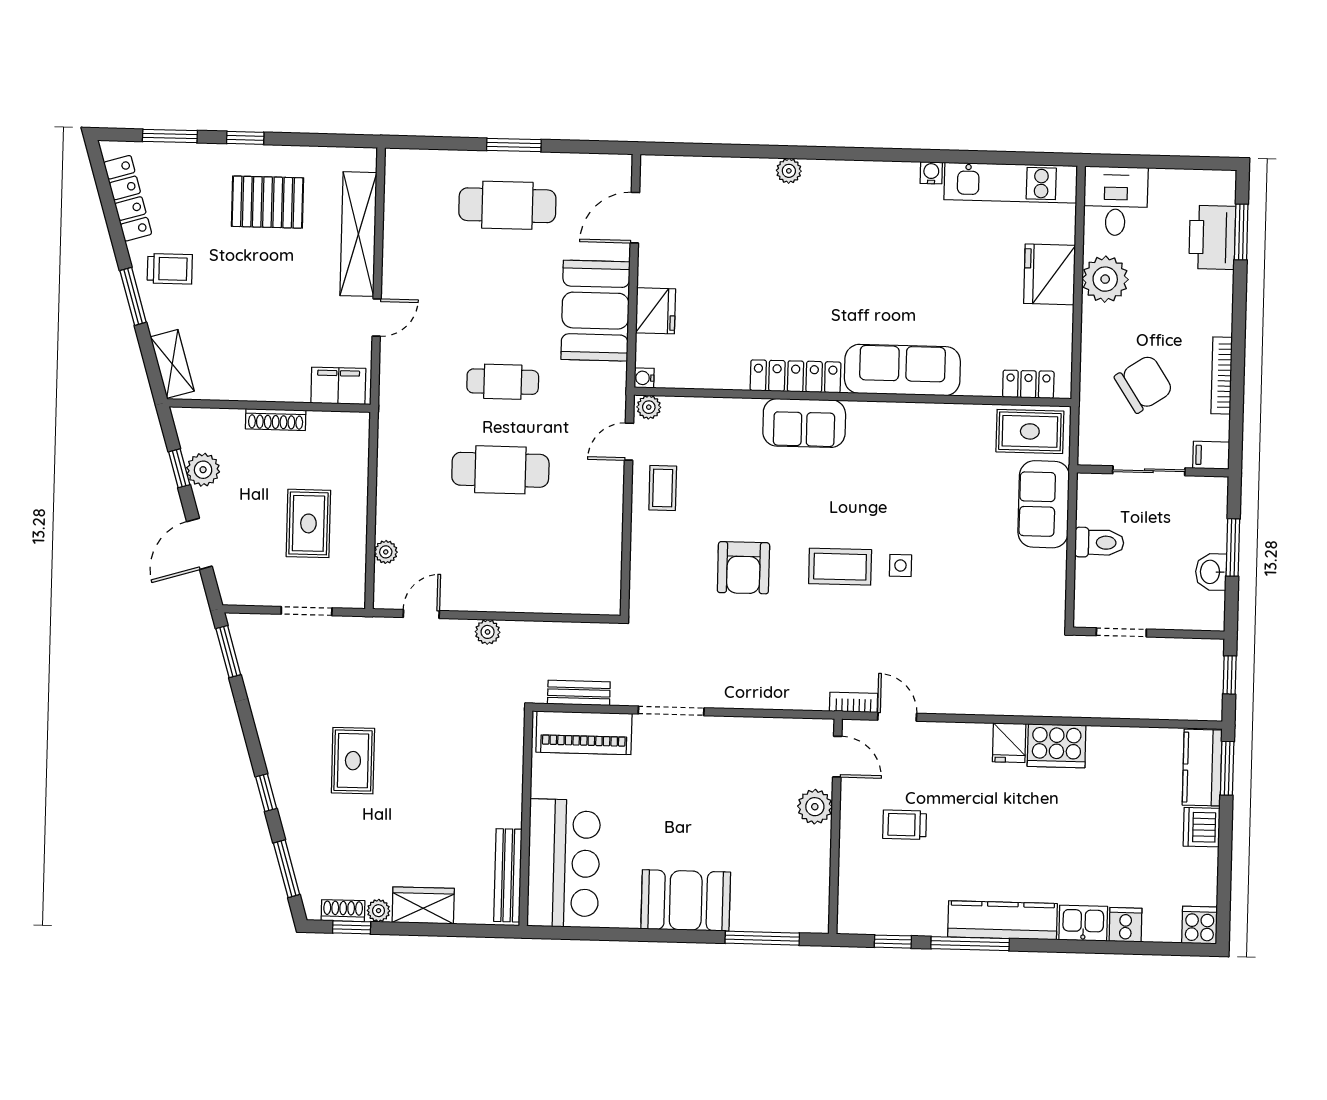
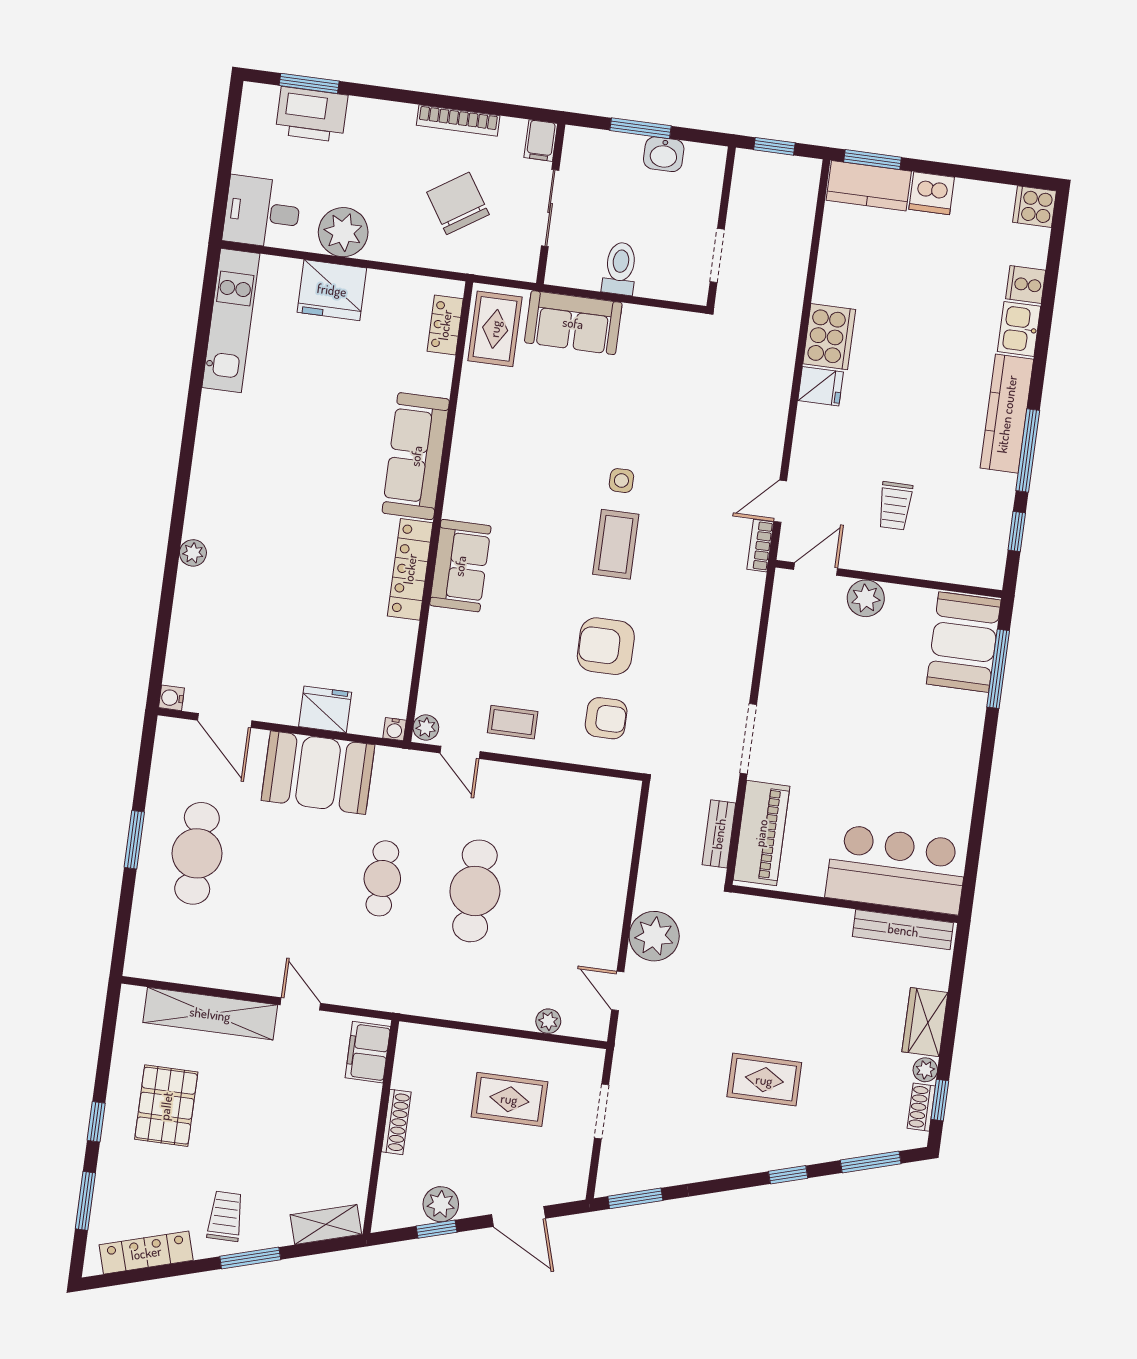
water cooler: (931, 173) -> (171, 698), moved
armchair: (743, 568) -> (606, 646), turned 180
armchair: (676, 575) -> (606, 718), added
plant: (488, 632) -> (654, 936), width x1.87, depth x1.87
booth: (686, 900) -> (964, 642), moved

